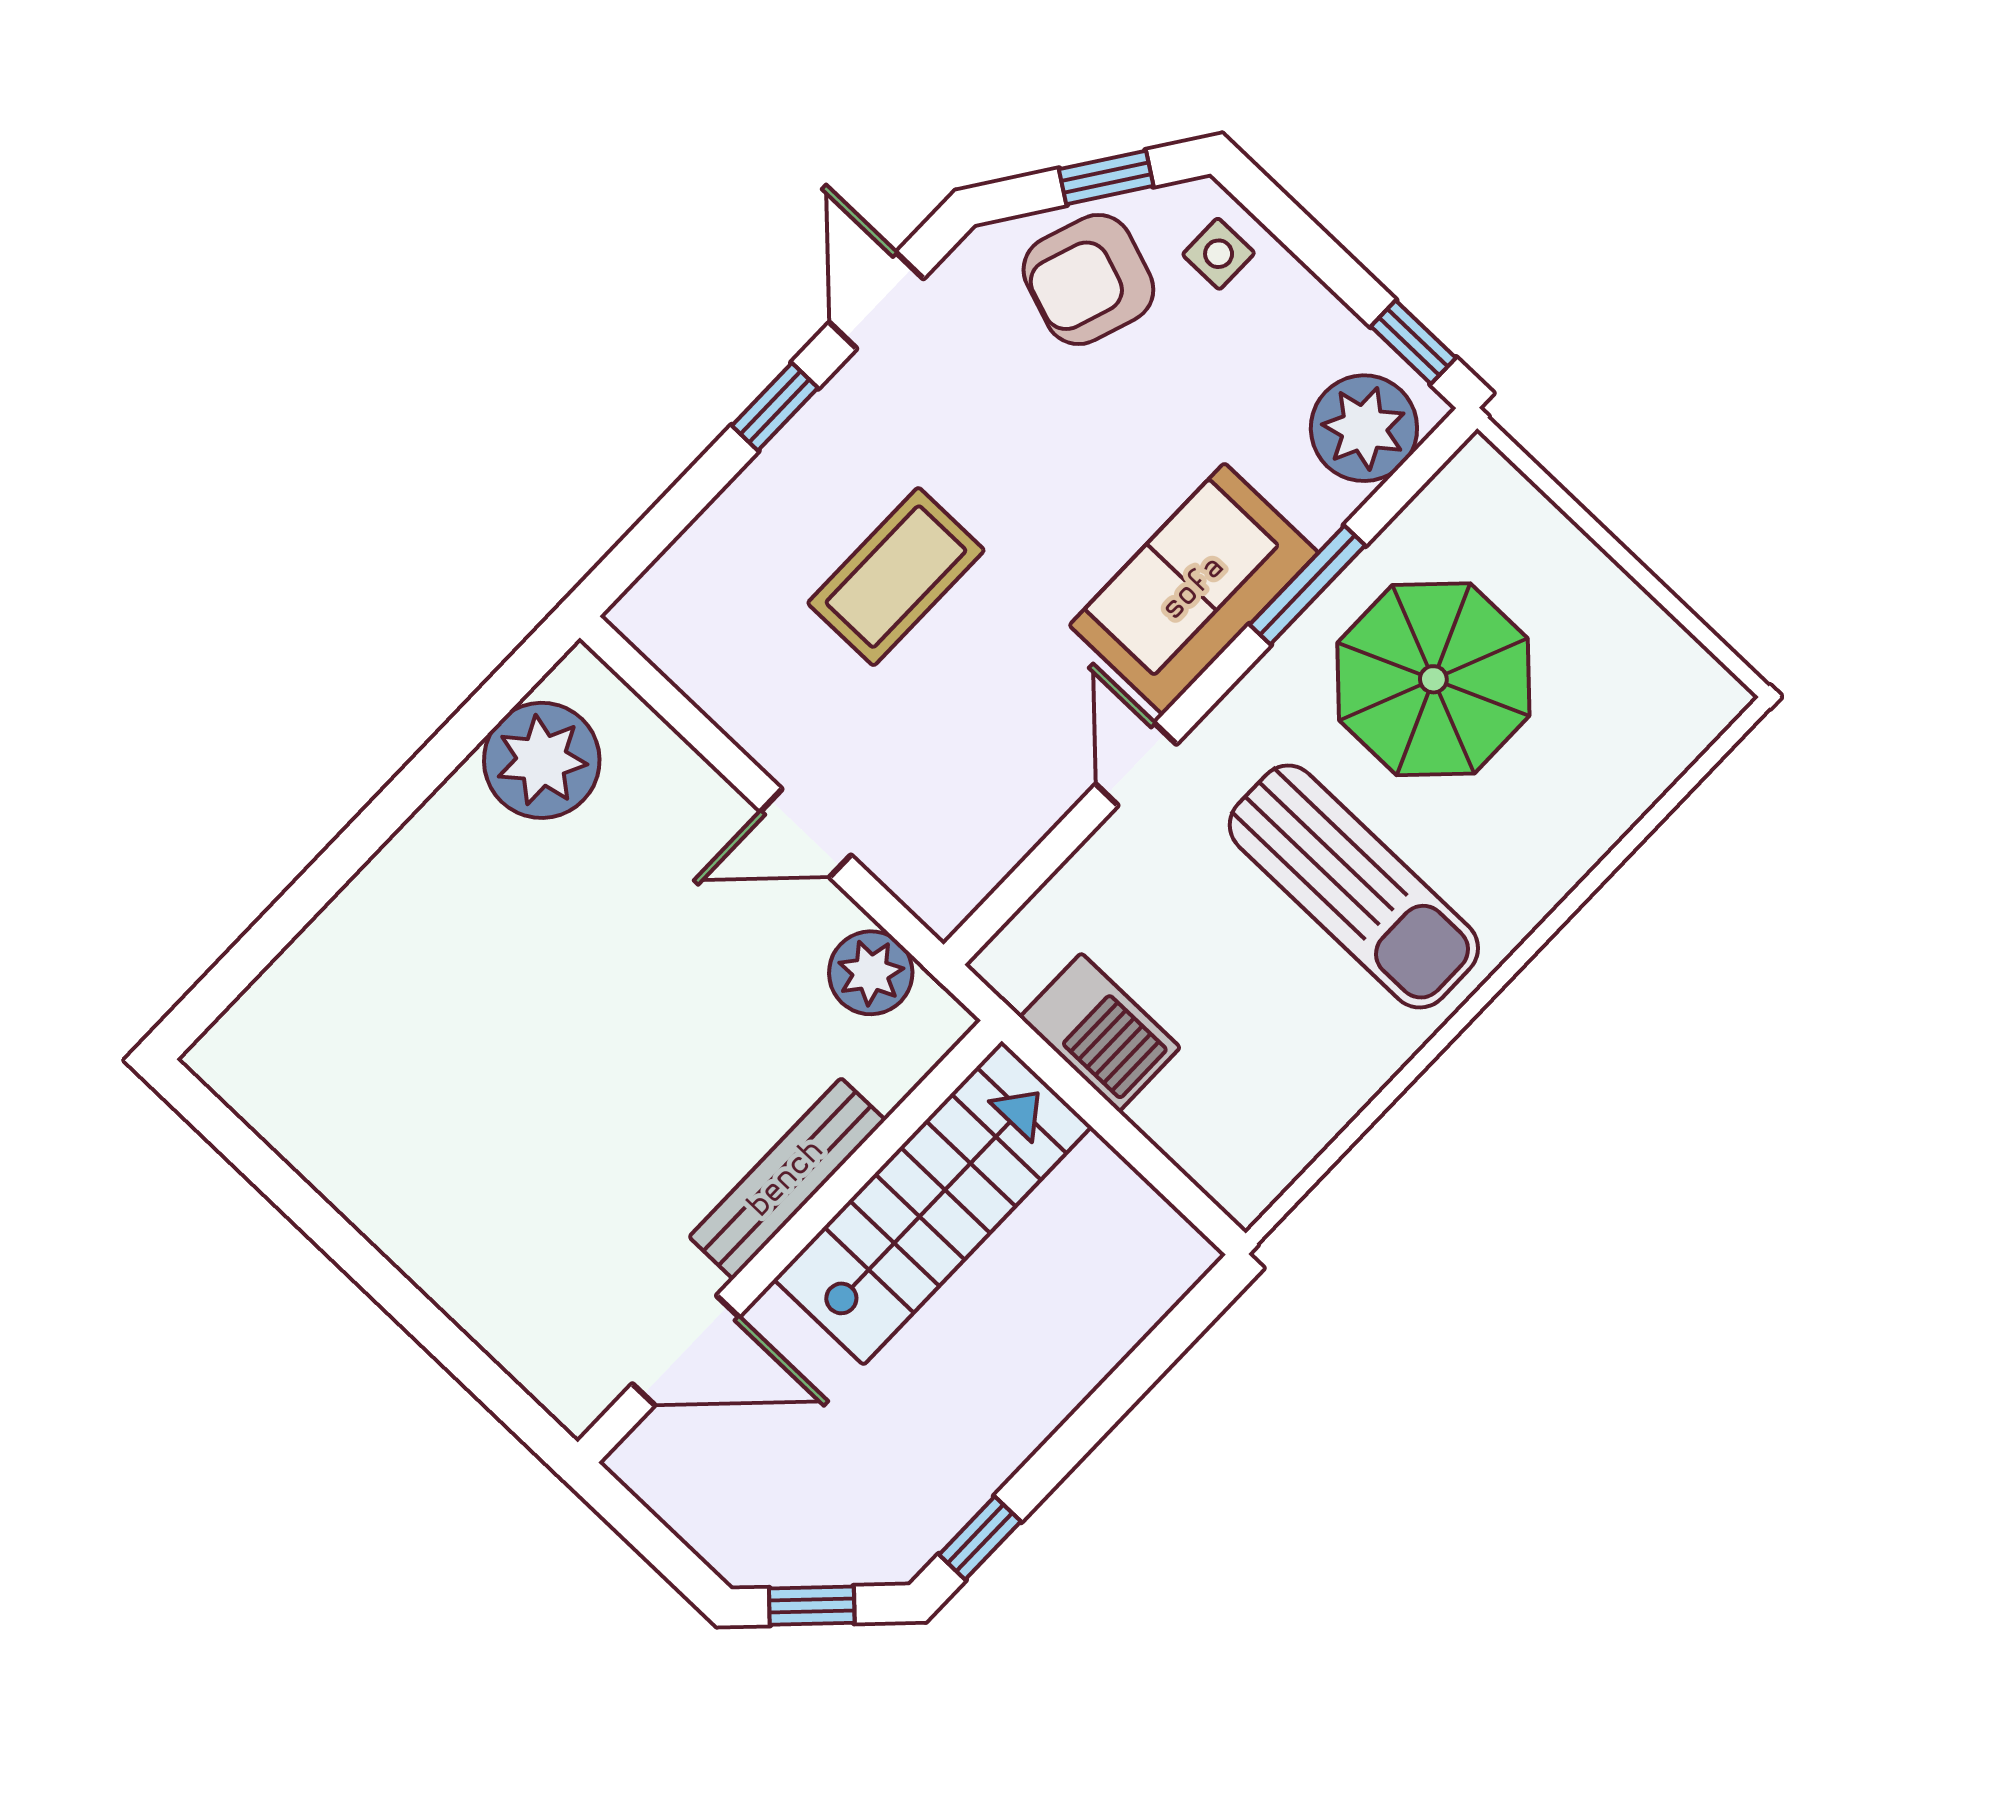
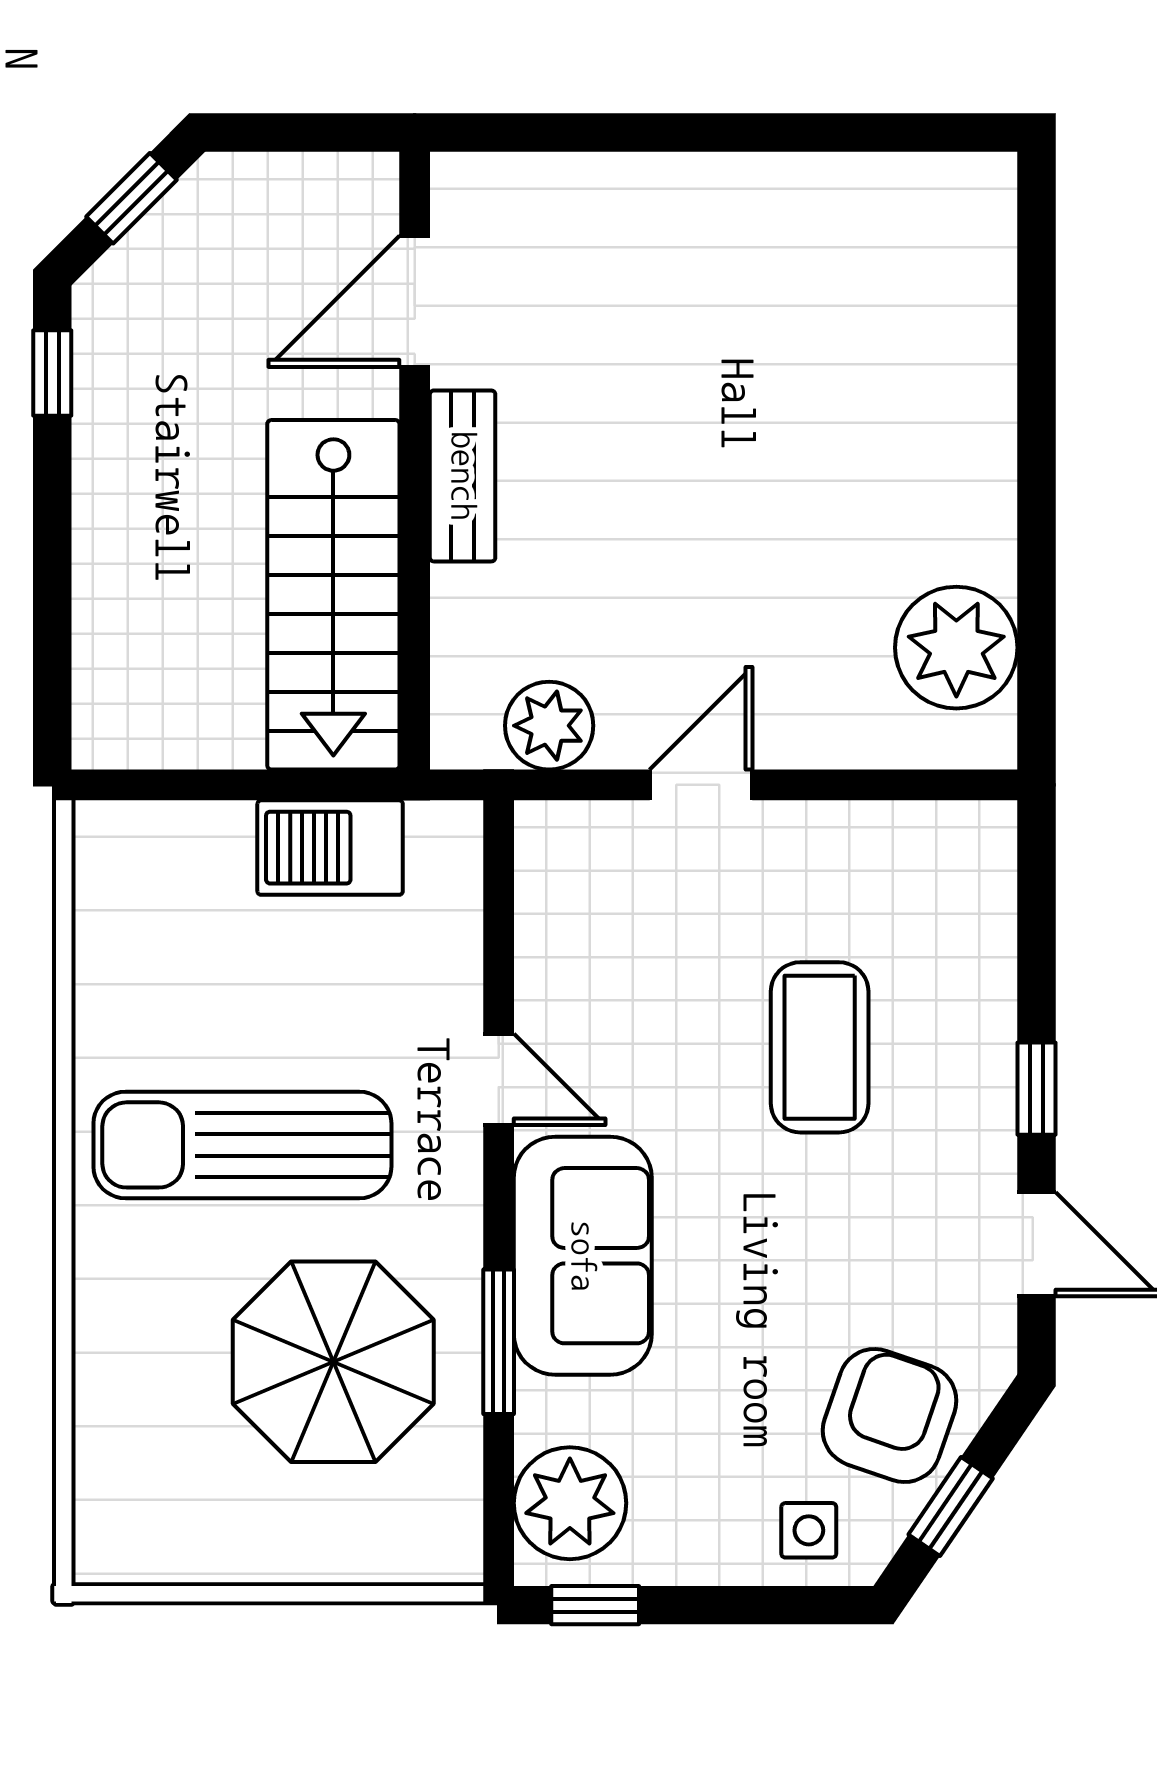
bench: (787, 1179) -> (463, 476), width x0.73

